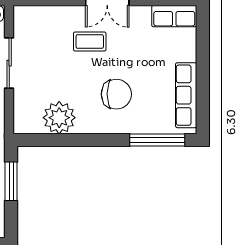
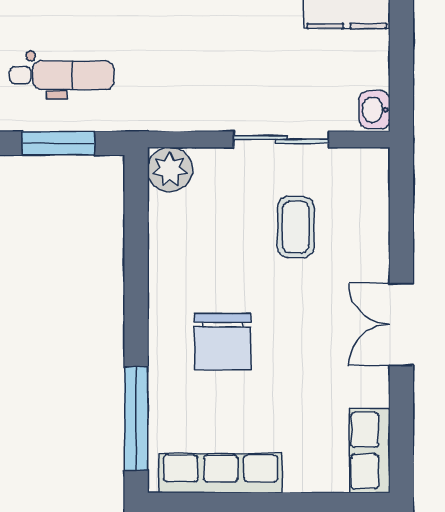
coffee table: (90, 42) -> (296, 227), moved
plant: (59, 118) -> (170, 169), moved, width x0.73, depth x0.73

